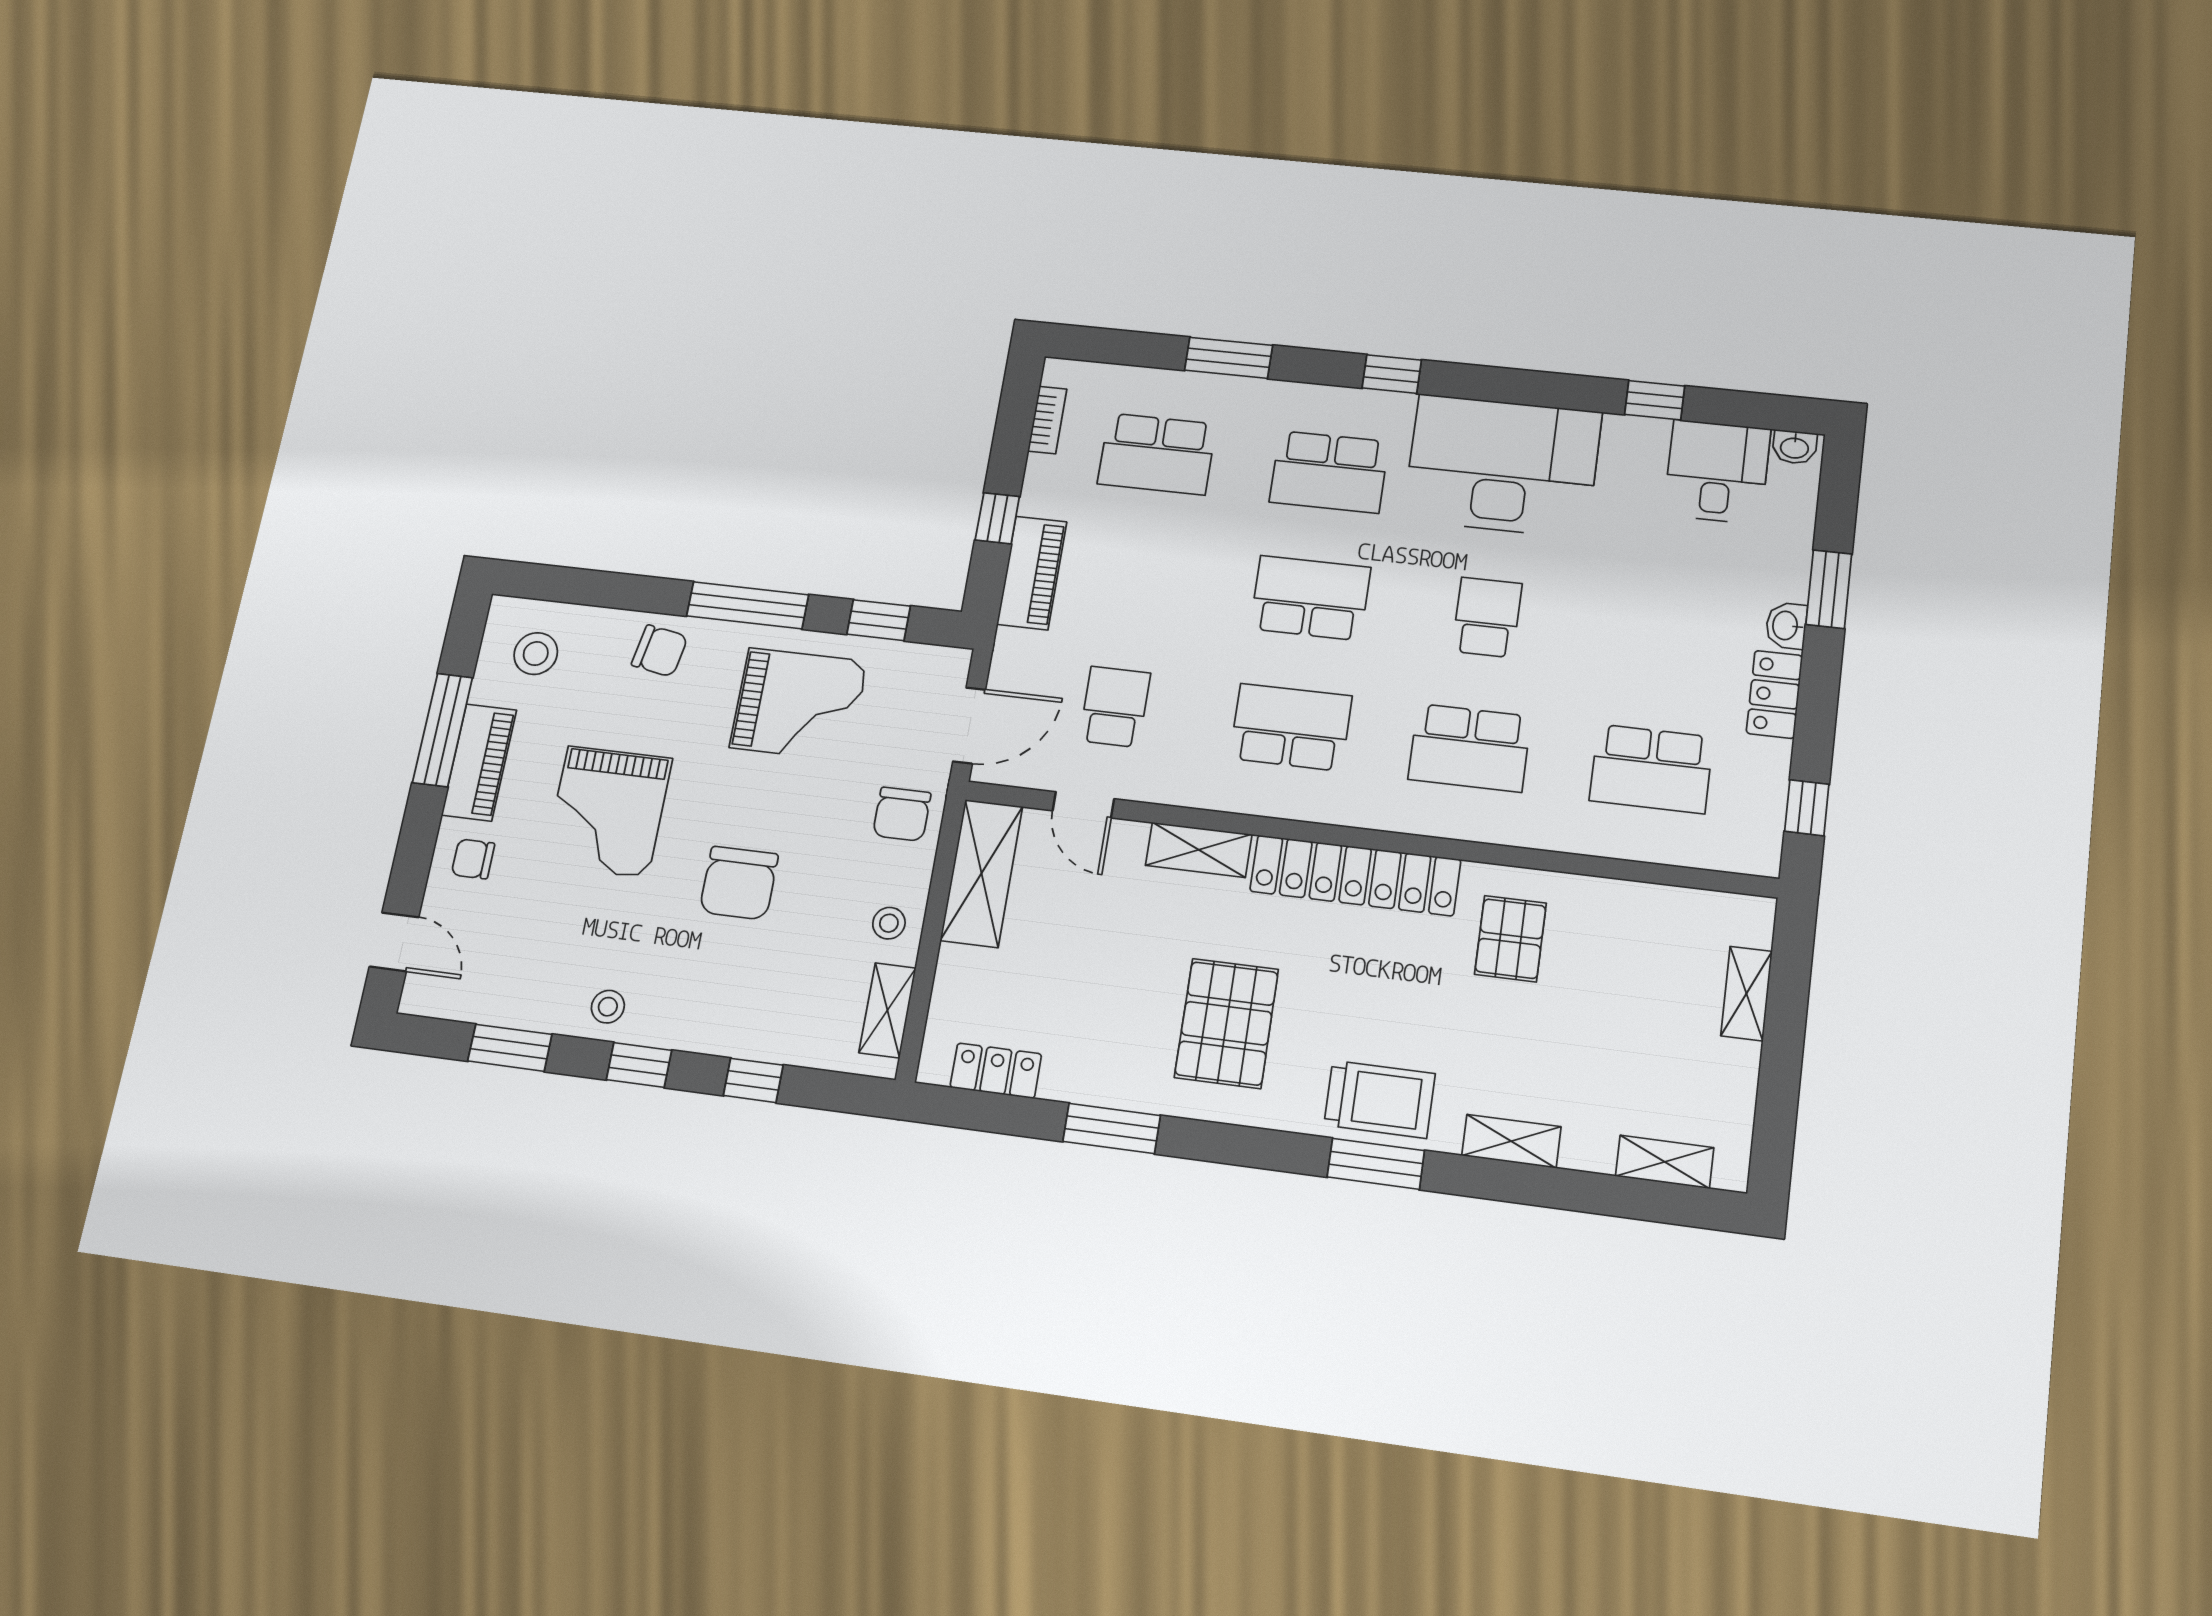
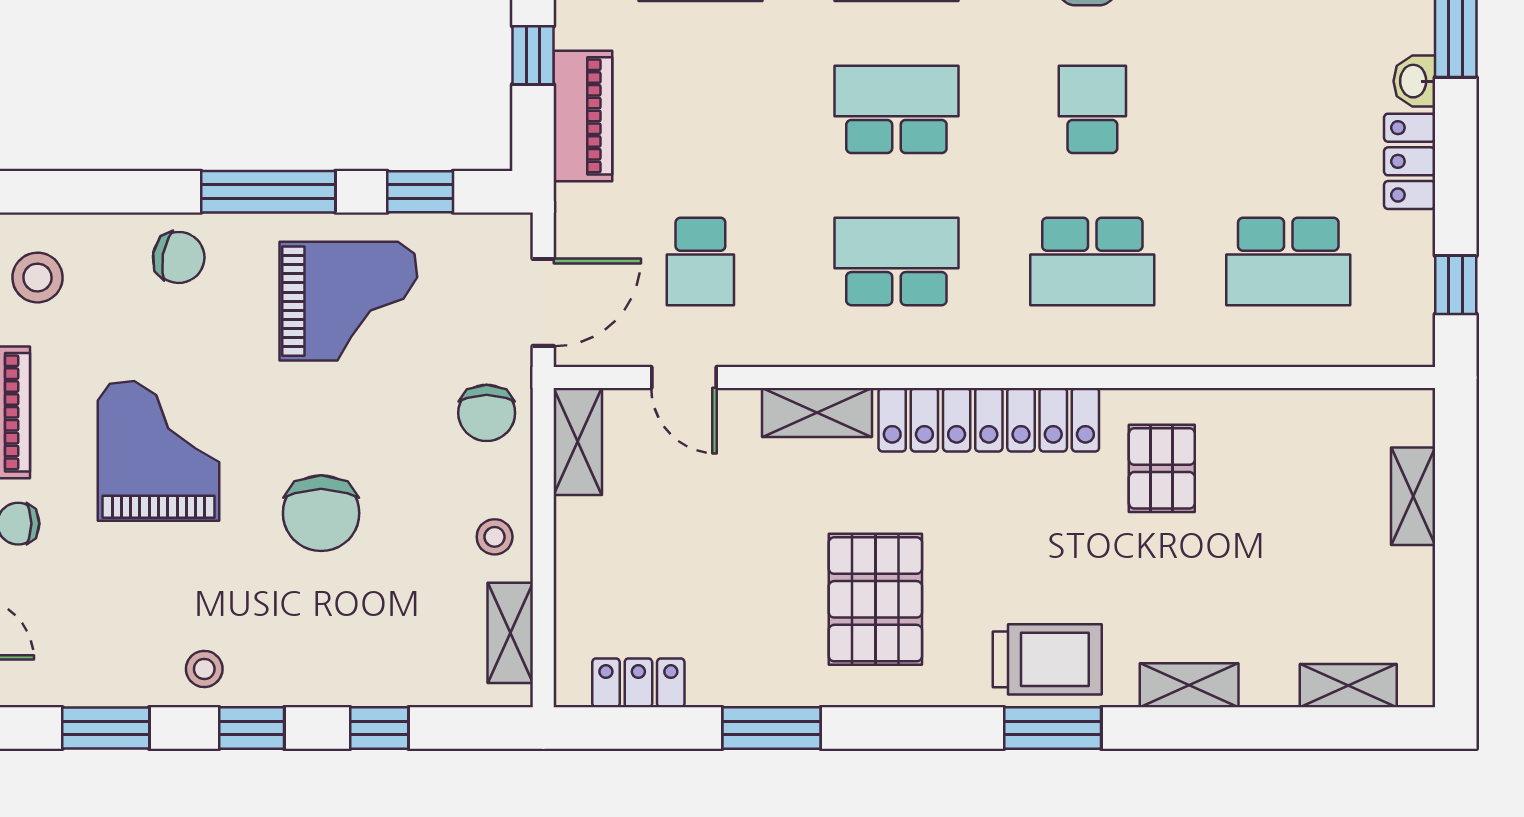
school desk: (1115, 707) -> (700, 261), turned 180
grand piano: (608, 812) -> (158, 451), turned 180
shelving: (982, 873) -> (578, 442), width x0.67, depth x0.75

